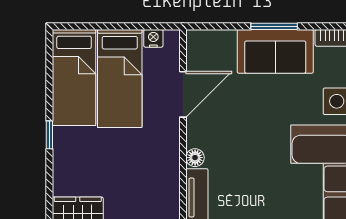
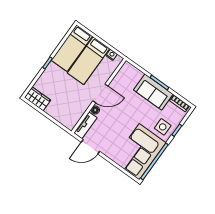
door: (183, 94) -> (100, 93), moved

